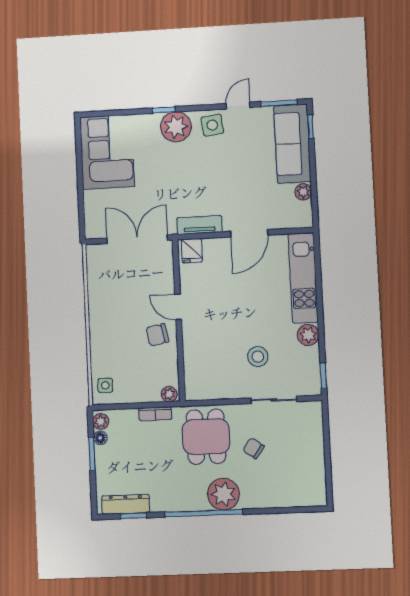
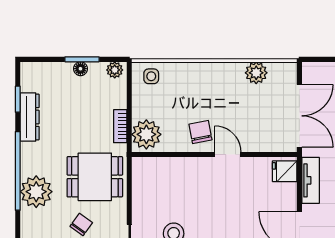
plant: (97, 283) -> (256, 73), added
door: (178, 307) -> (228, 155), hinge flipped
plant: (169, 394) -> (146, 134), width x1.88, depth x1.88
floor lamp: (100, 438) -> (80, 69), moved
dresser: (126, 504) -> (30, 117), moved

